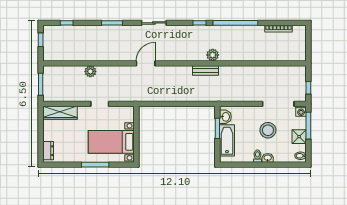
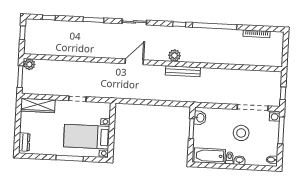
plant: (213, 55) -> (174, 55), moved
door: (146, 63) -> (134, 62), moved
plant: (90, 71) -> (29, 64), moved
bench: (206, 71) -> (183, 71), width x1.36
shower: (299, 137) -> (271, 141), removed
bathtub: (227, 140) -> (210, 156), moved, turned -90

